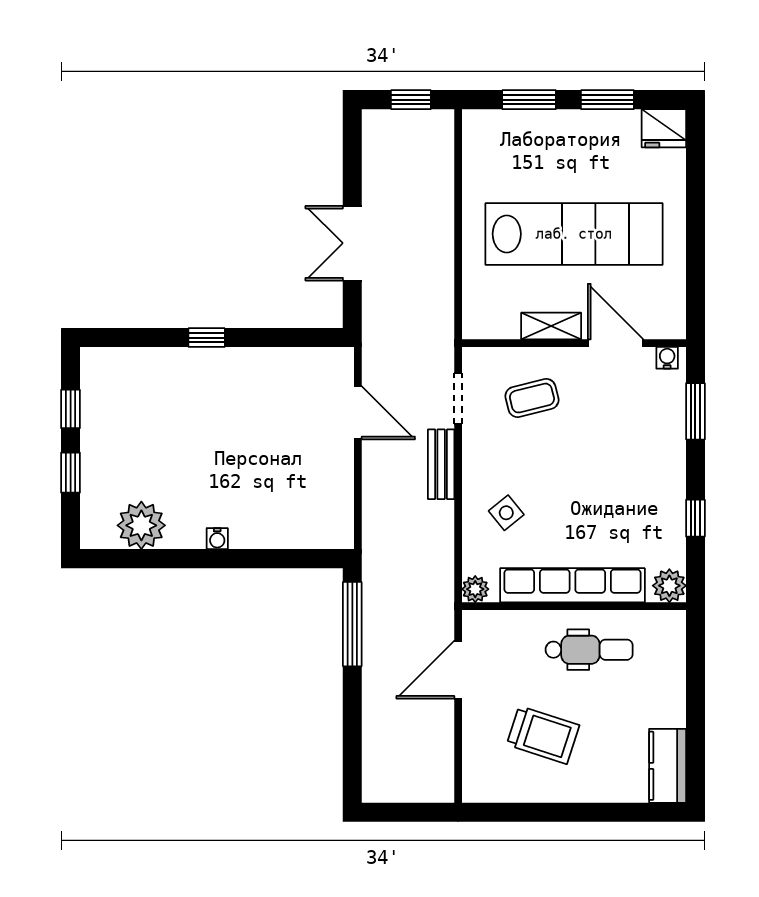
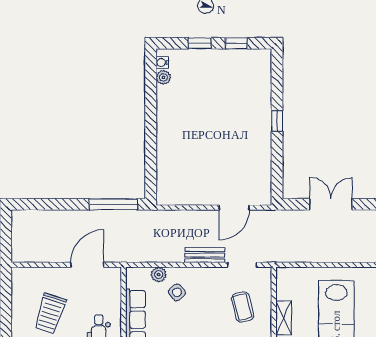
plant: (141, 525) -> (163, 77), width x0.53, depth x0.53
water cooler: (217, 539) -> (162, 63), moved
plant: (475, 589) -> (159, 275), moved
door: (458, 670) -> (87, 265), hinge flipped

